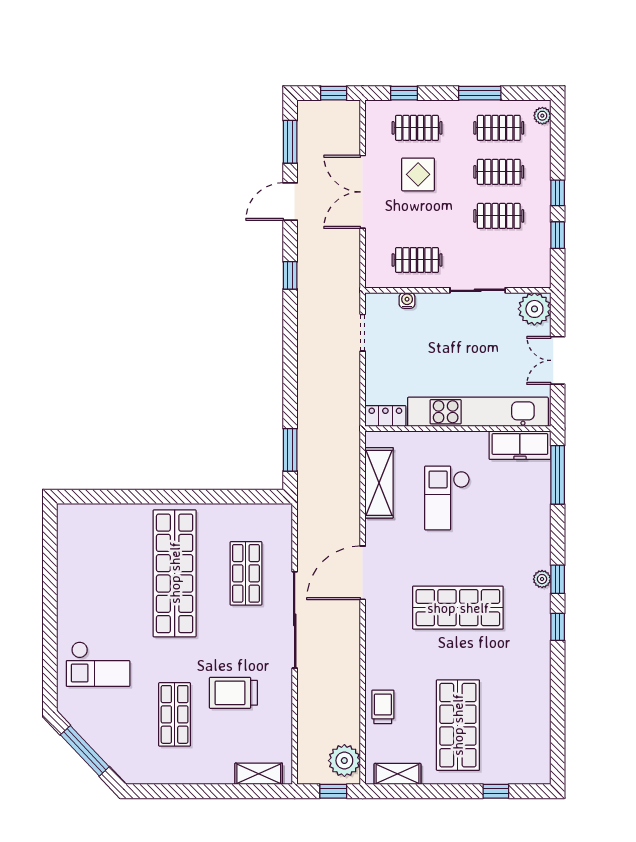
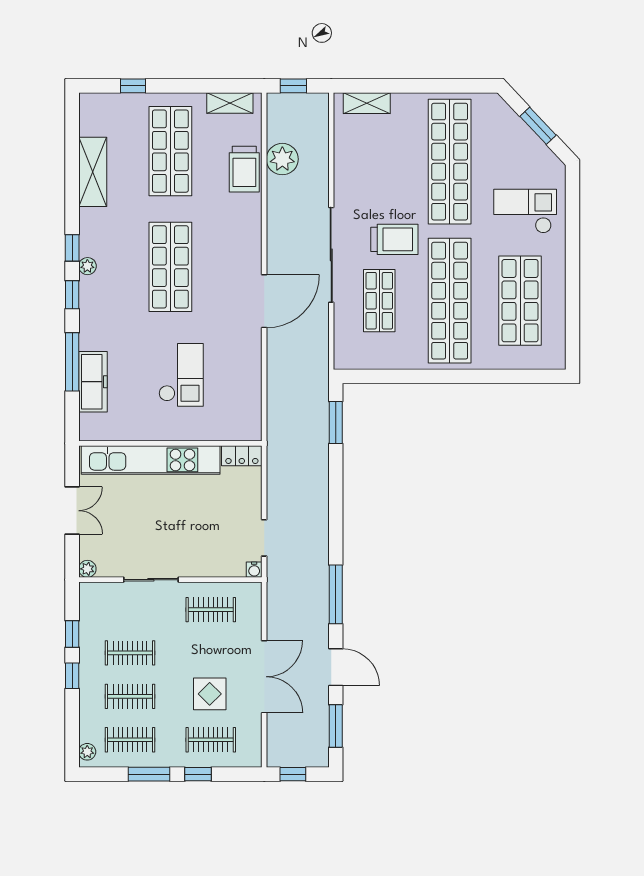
window: (404, 93) -> (198, 774), moved
door: (290, 202) -> (336, 667), hinge flipped
window: (290, 275) -> (336, 594), width x2.17
water cooler: (407, 300) -> (254, 570), moved
plant: (534, 309) -> (87, 569), width x0.53, depth x0.53
freezer: (520, 445) -> (93, 382), moved, turned 90
window: (558, 475) -> (72, 362), moved
shelving: (379, 483) -> (93, 172), moved
shop shelf: (103, 573) -> (520, 301), added
plant: (542, 579) -> (87, 266), moved
shop shelf: (458, 608) -> (170, 267), turned 90
trolley: (233, 693) -> (394, 239), moved
trolley: (383, 707) -> (244, 169), width x1.36, depth x1.39
shop shelf: (175, 714) -> (450, 162), width x2.00, depth x1.36
window: (85, 751) -> (538, 126), width x0.69
plant: (344, 761) -> (282, 159), moved

